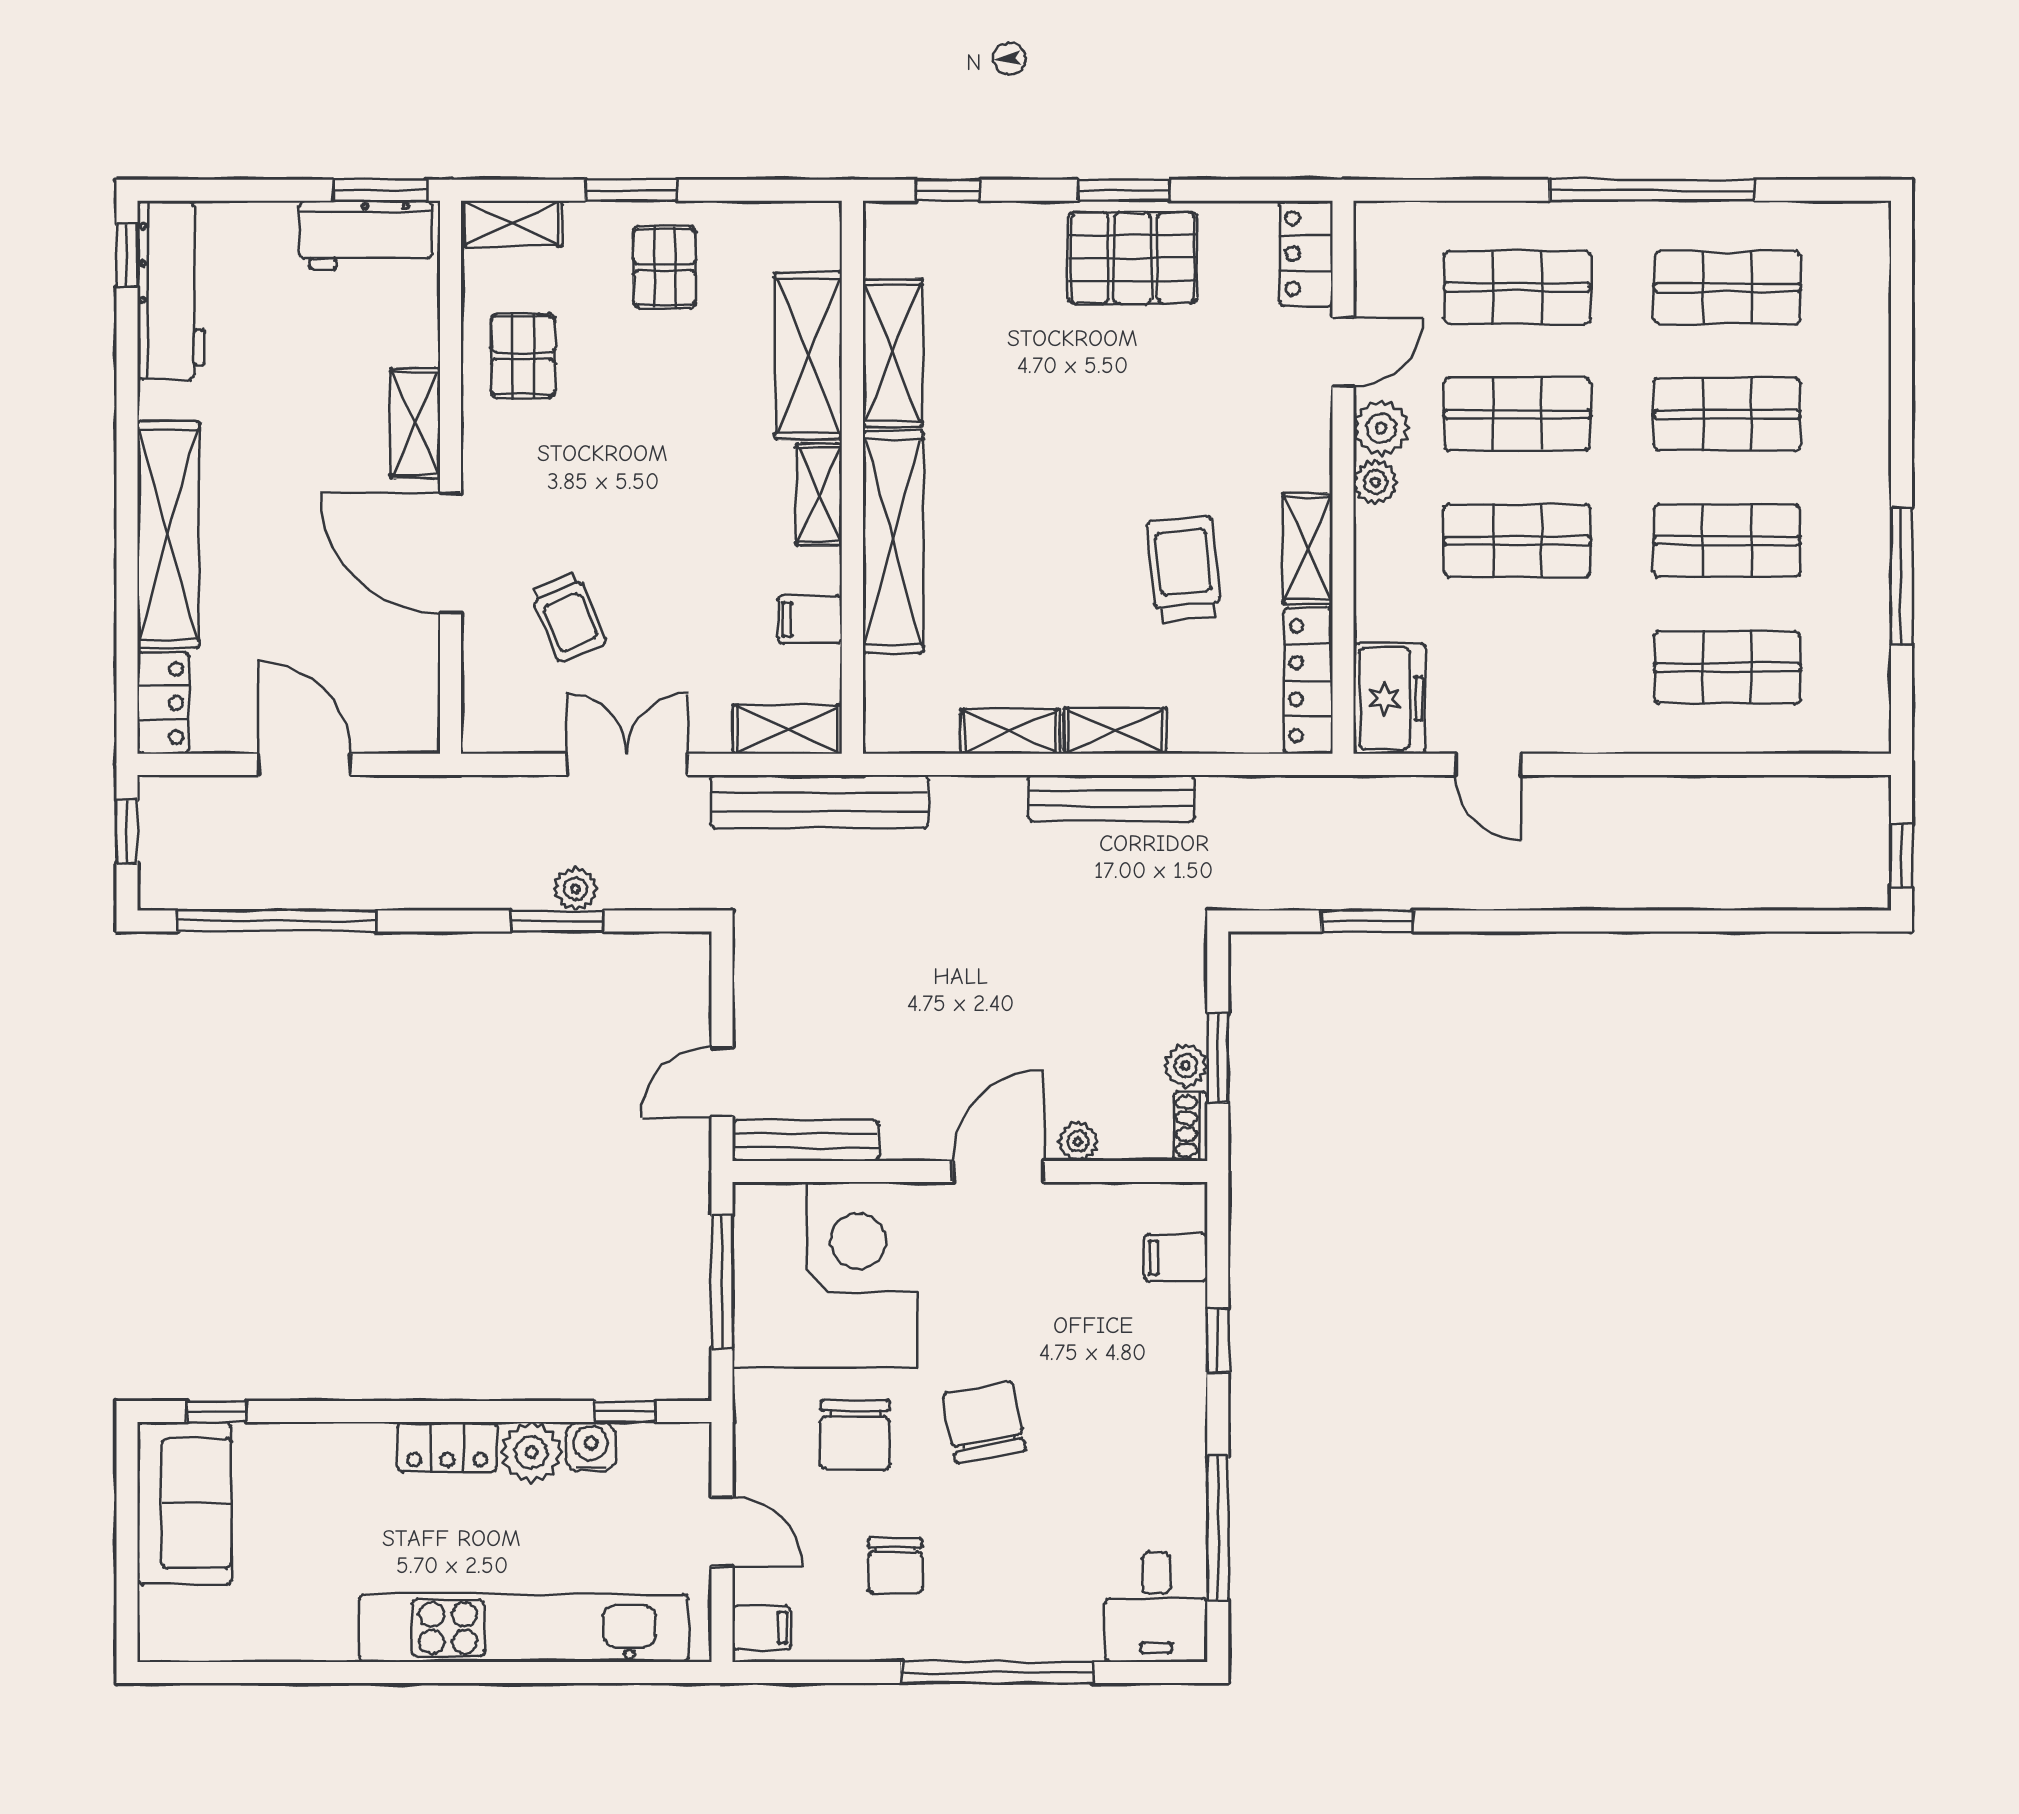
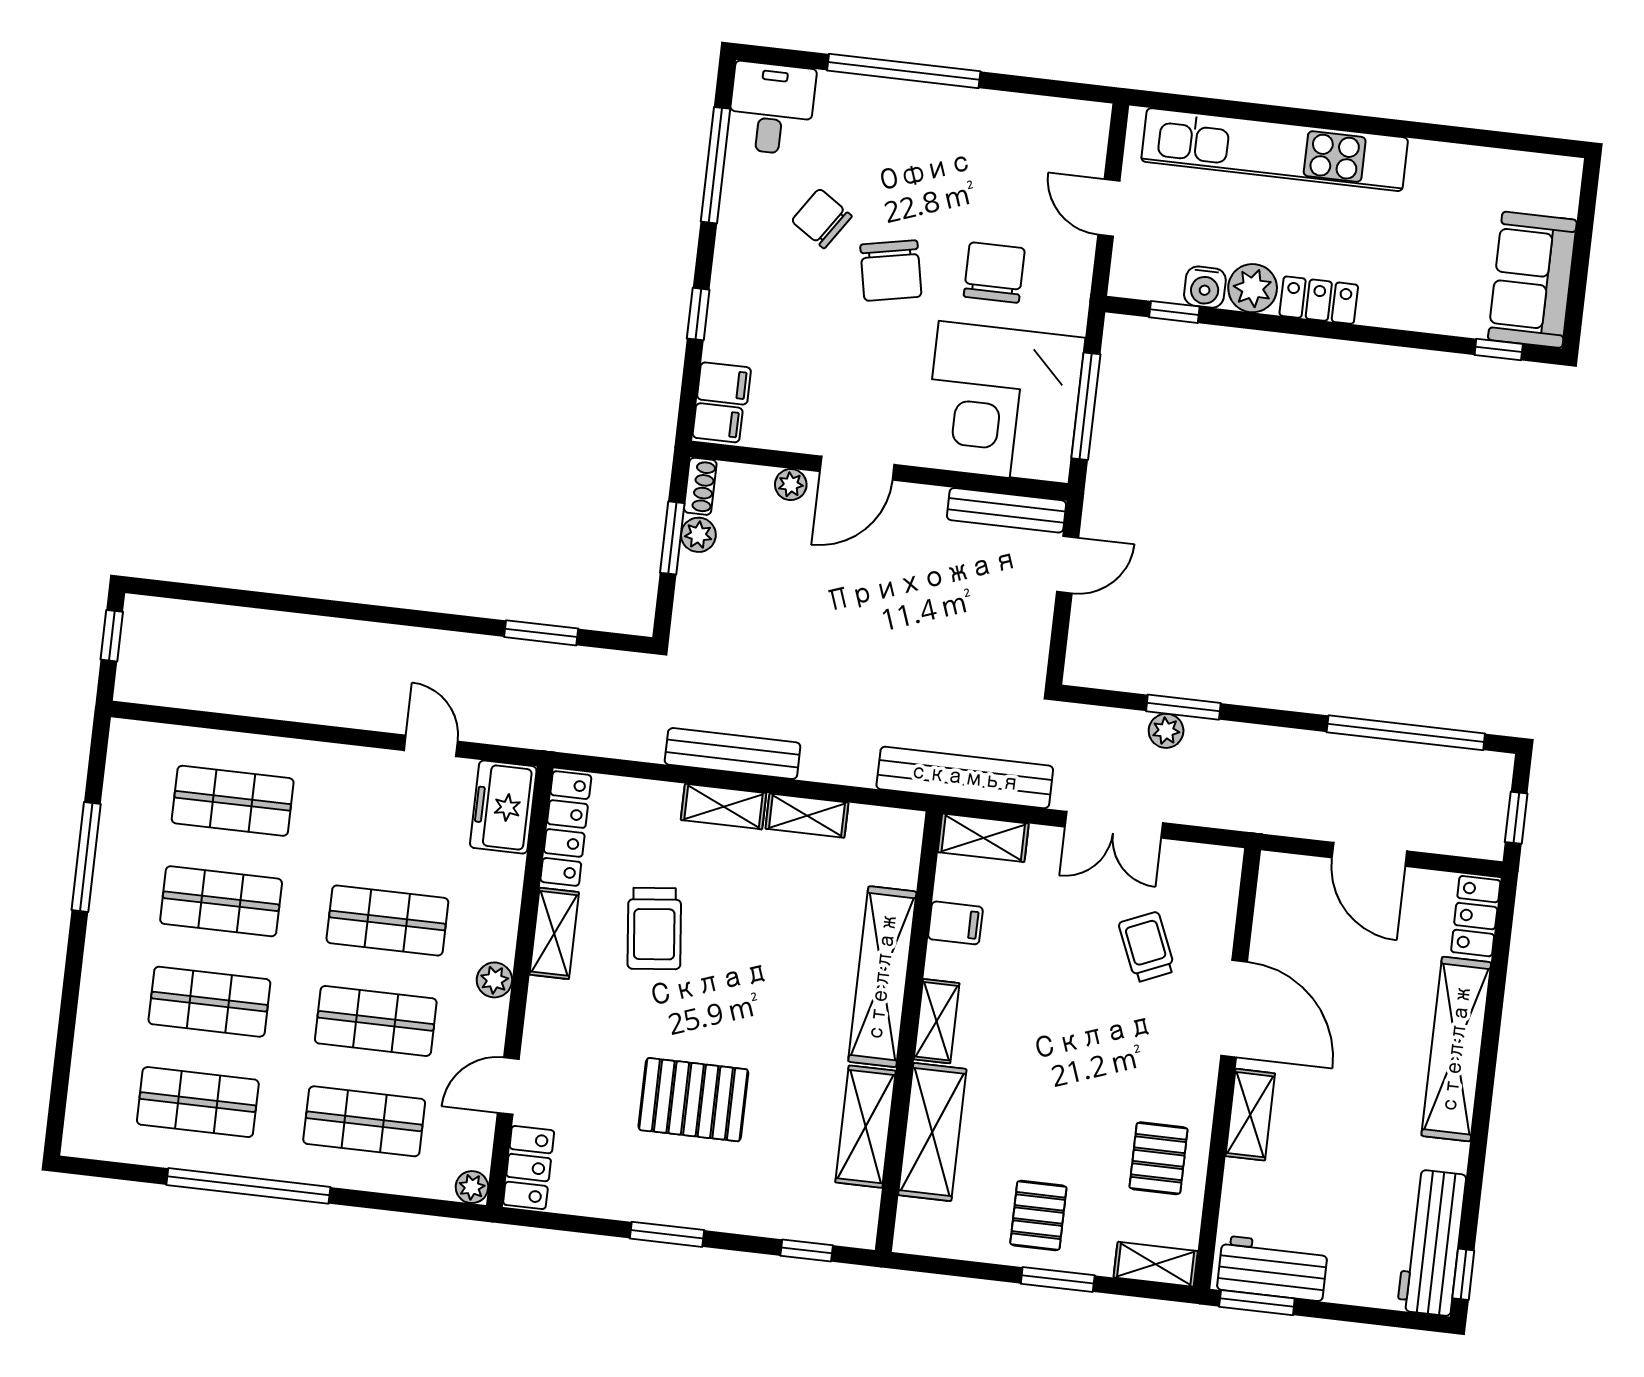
pallet: (1133, 258) -> (693, 1100), moved
plant: (1381, 428) -> (472, 1187), moved, width x0.73, depth x0.73
chair: (895, 1566) -> (822, 219), moved, turned -56
filing cabinet: (762, 1628) -> (718, 423), moved, turned 180

